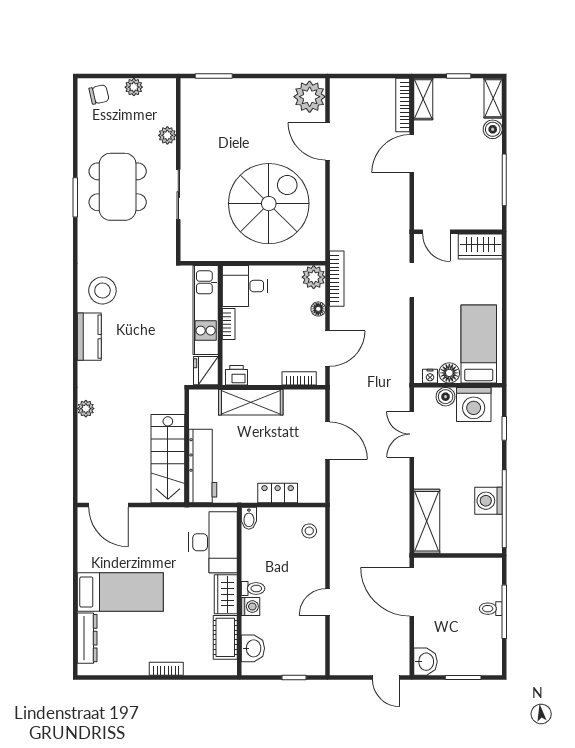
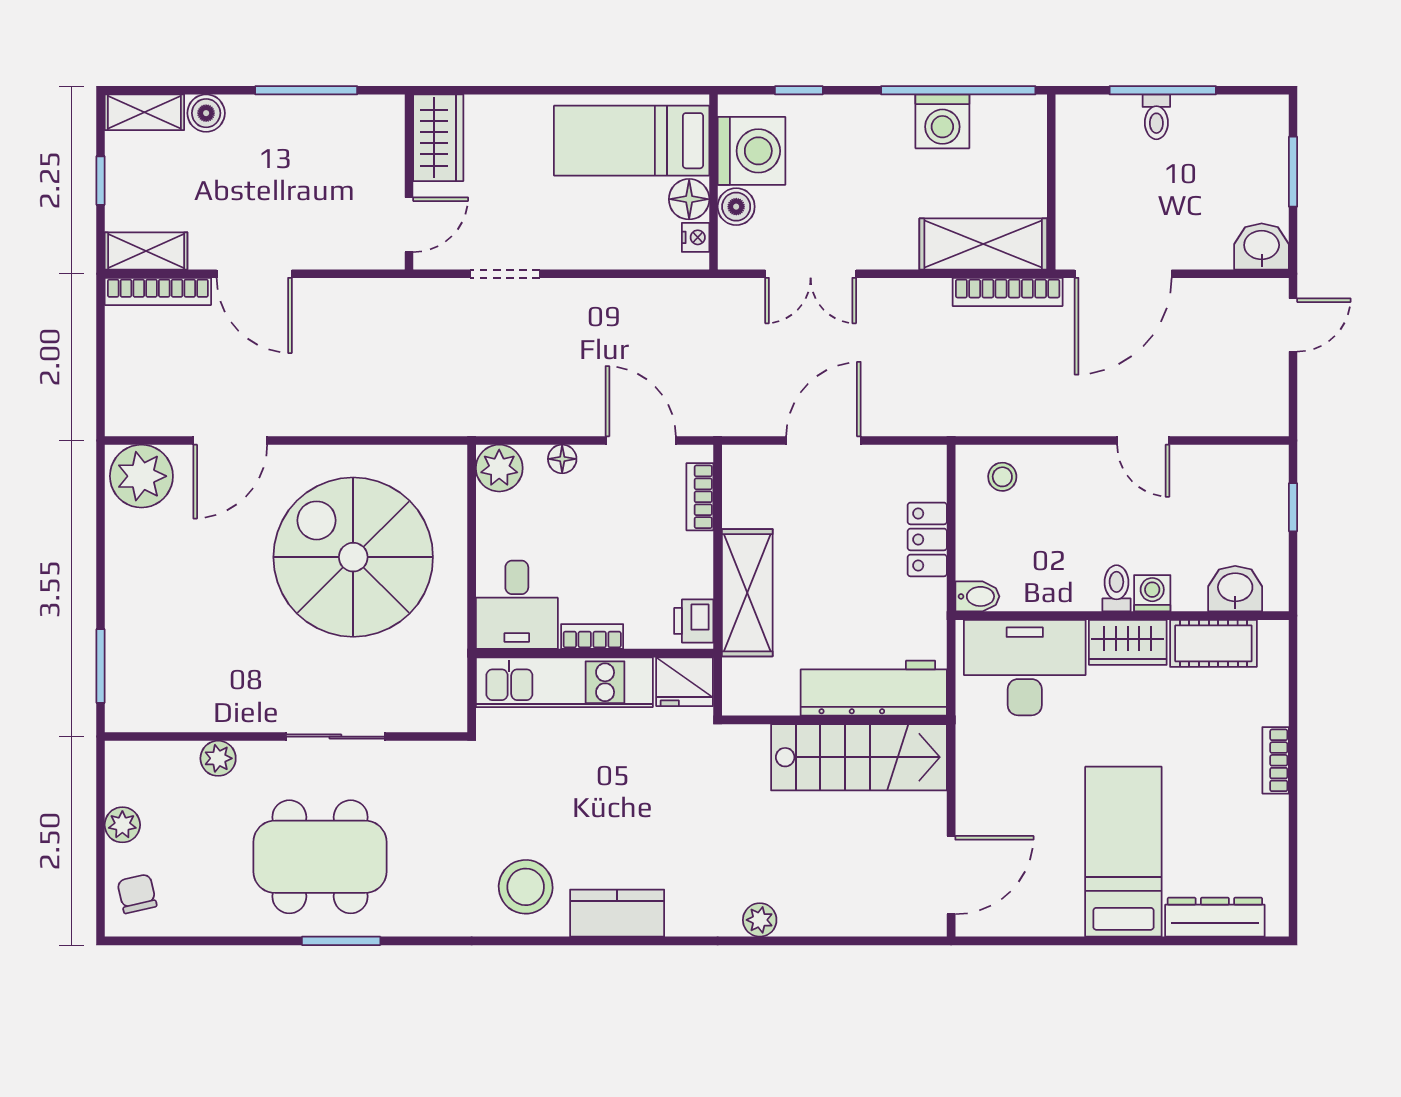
bookcase: (337, 279) -> (1008, 292), moved, turned 180

